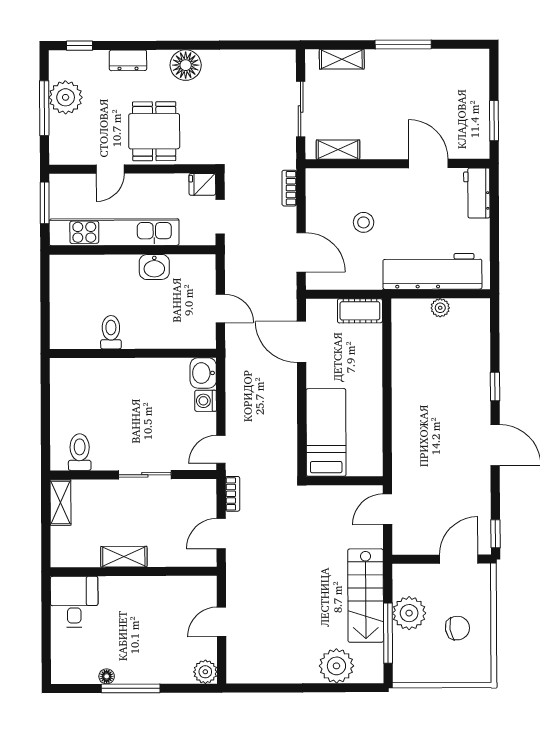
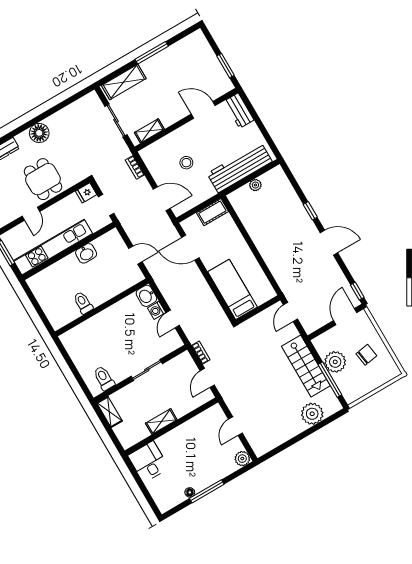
shelving: (342, 59) -> (124, 82), width x1.50, depth x1.33
door: (221, 449) -> (173, 319), moved

